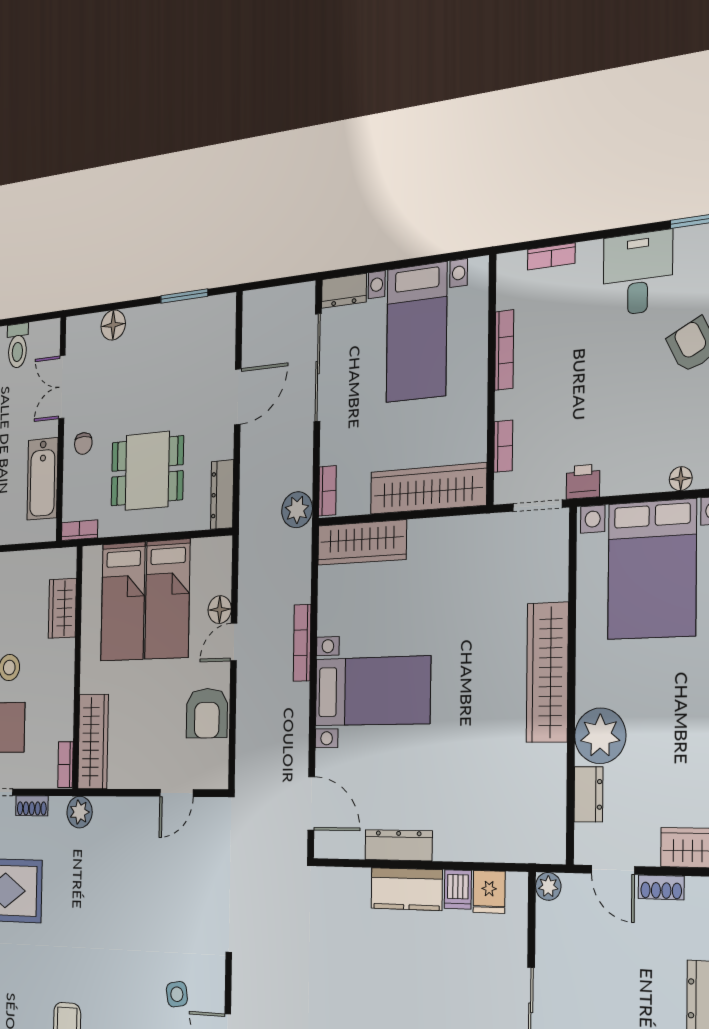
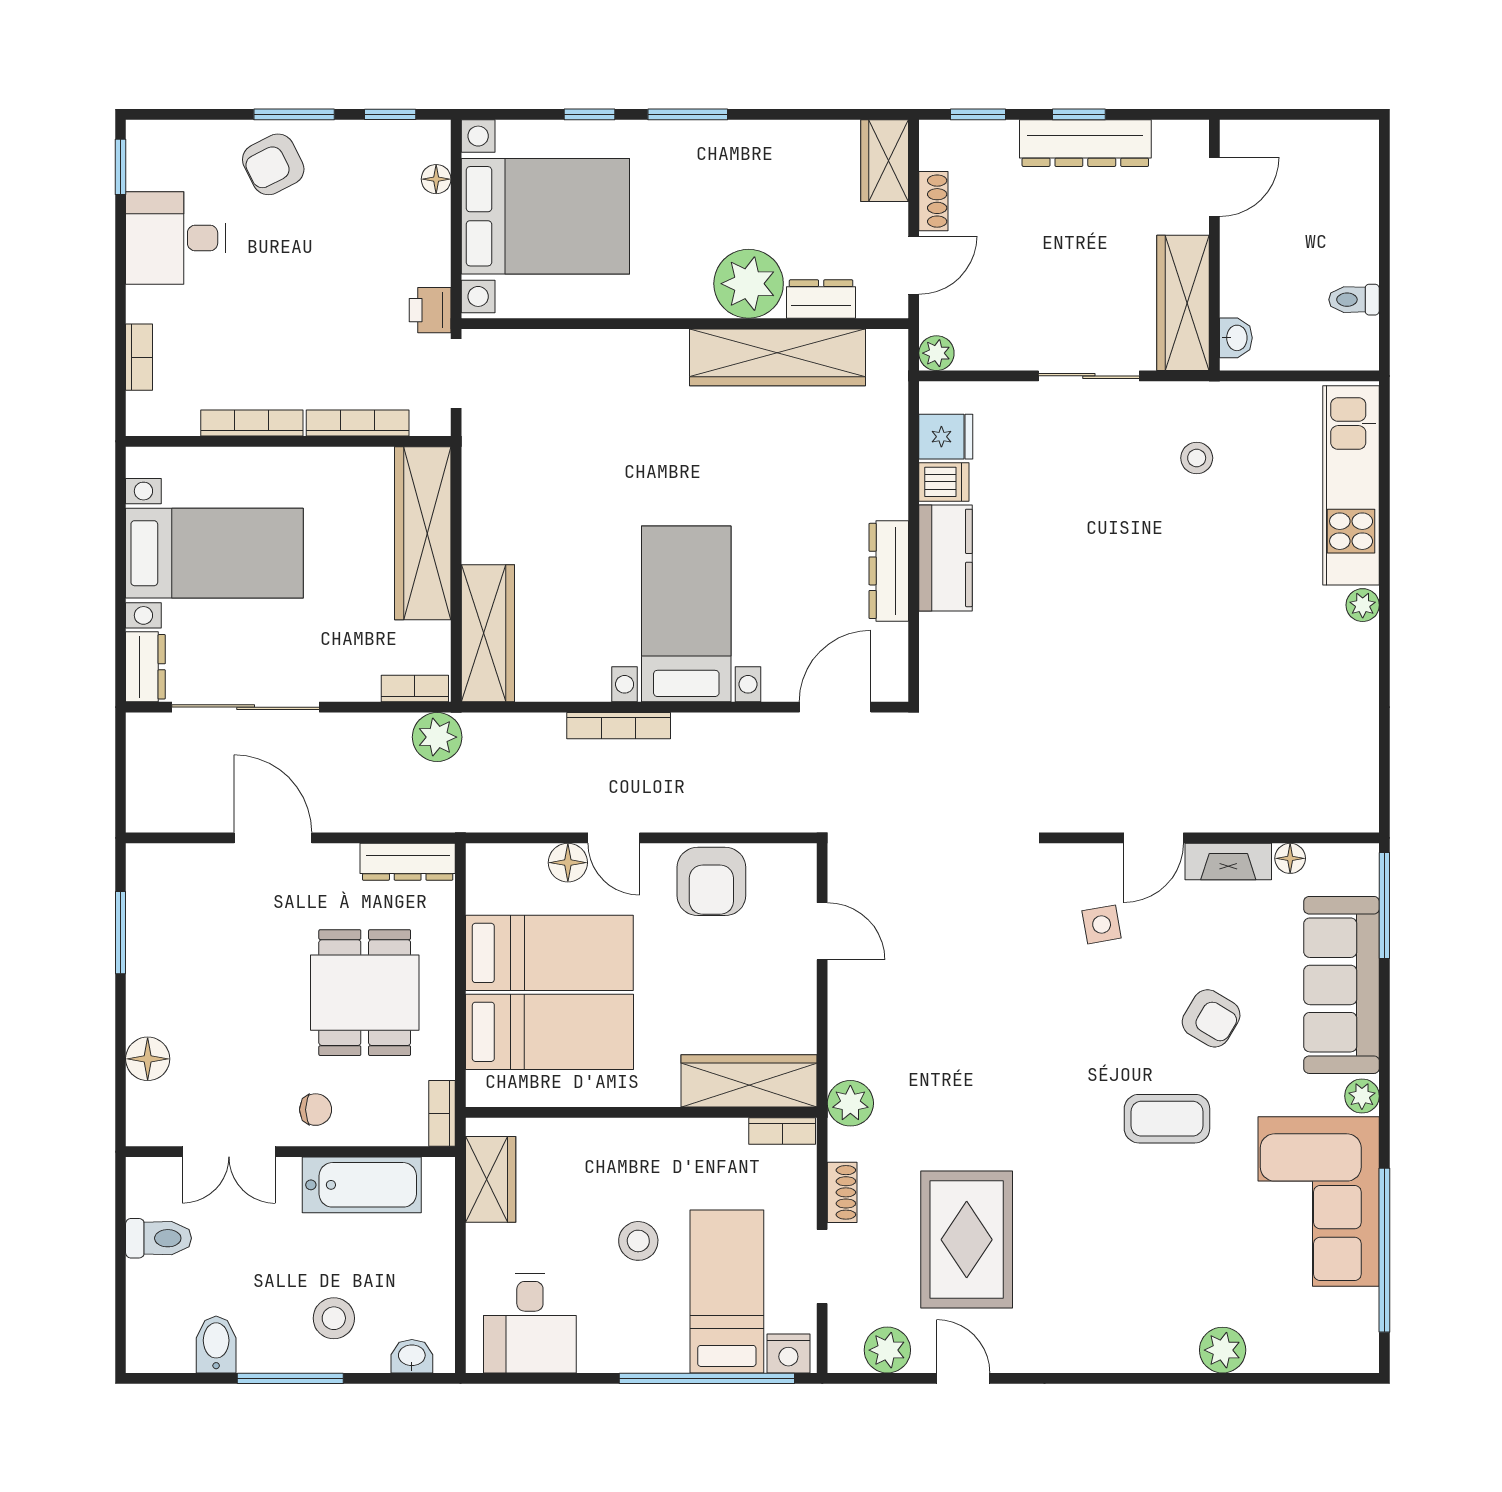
bookcase: (503, 446) -> (358, 423), width x1.56
wardrobe: (62, 608) -> (491, 1179), moved, turned -90
wardrobe: (547, 672) -> (778, 357), moved
armchair: (207, 713) -> (711, 881), turned 90

